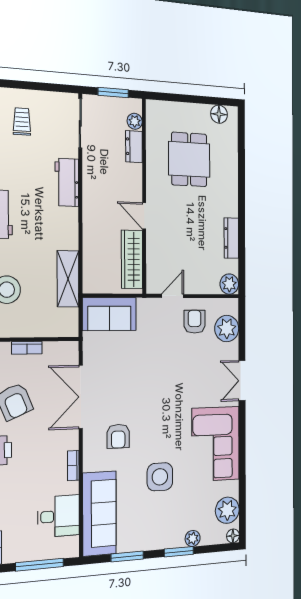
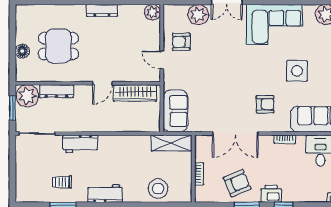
floor lamp: (219, 114) -> (22, 51), moved
plant: (135, 121) -> (27, 96), width x1.88, depth x1.88
trolley: (22, 122) -> (62, 182), moved
dresser: (134, 147) -> (56, 91), width x1.44
dresser: (231, 238) -> (102, 10), moved
shelving: (68, 279) -> (172, 143), moved
plant: (227, 329) -> (198, 15), moved

